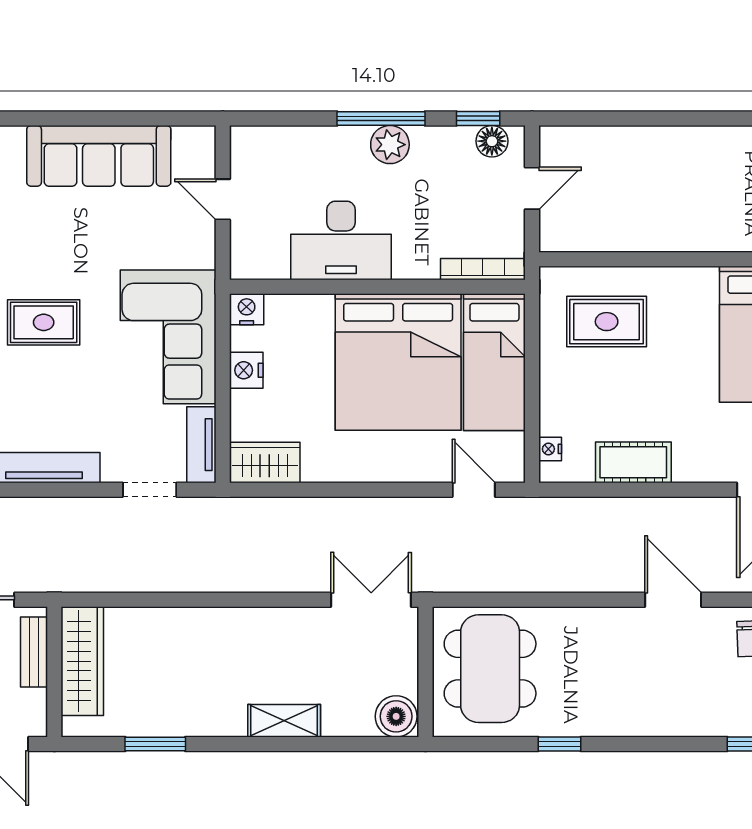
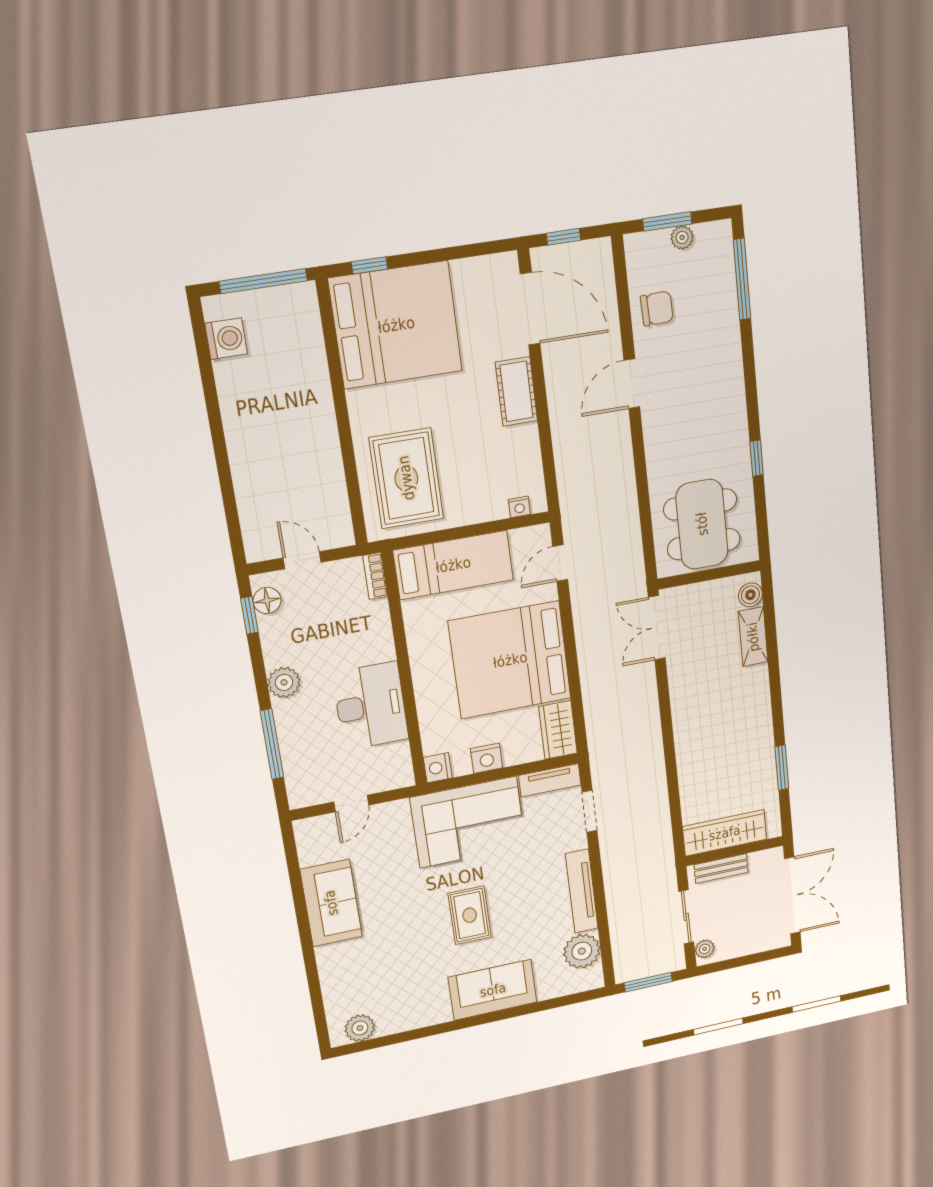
window: (381, 118) -> (272, 744), moved
sofa: (99, 156) -> (331, 903), width x0.73
bookcase: (483, 269) -> (375, 576), width x0.64
rug: (607, 322) -> (406, 478), width x1.36, depth x1.43
bed: (398, 362) -> (510, 660), moved, turned 180
cot: (633, 462) -> (516, 391), moved
dining table: (490, 669) -> (702, 524), turned 90
boiler: (396, 716) -> (750, 595), width x0.73, depth x0.73
shelving: (284, 721) -> (753, 637), moved

